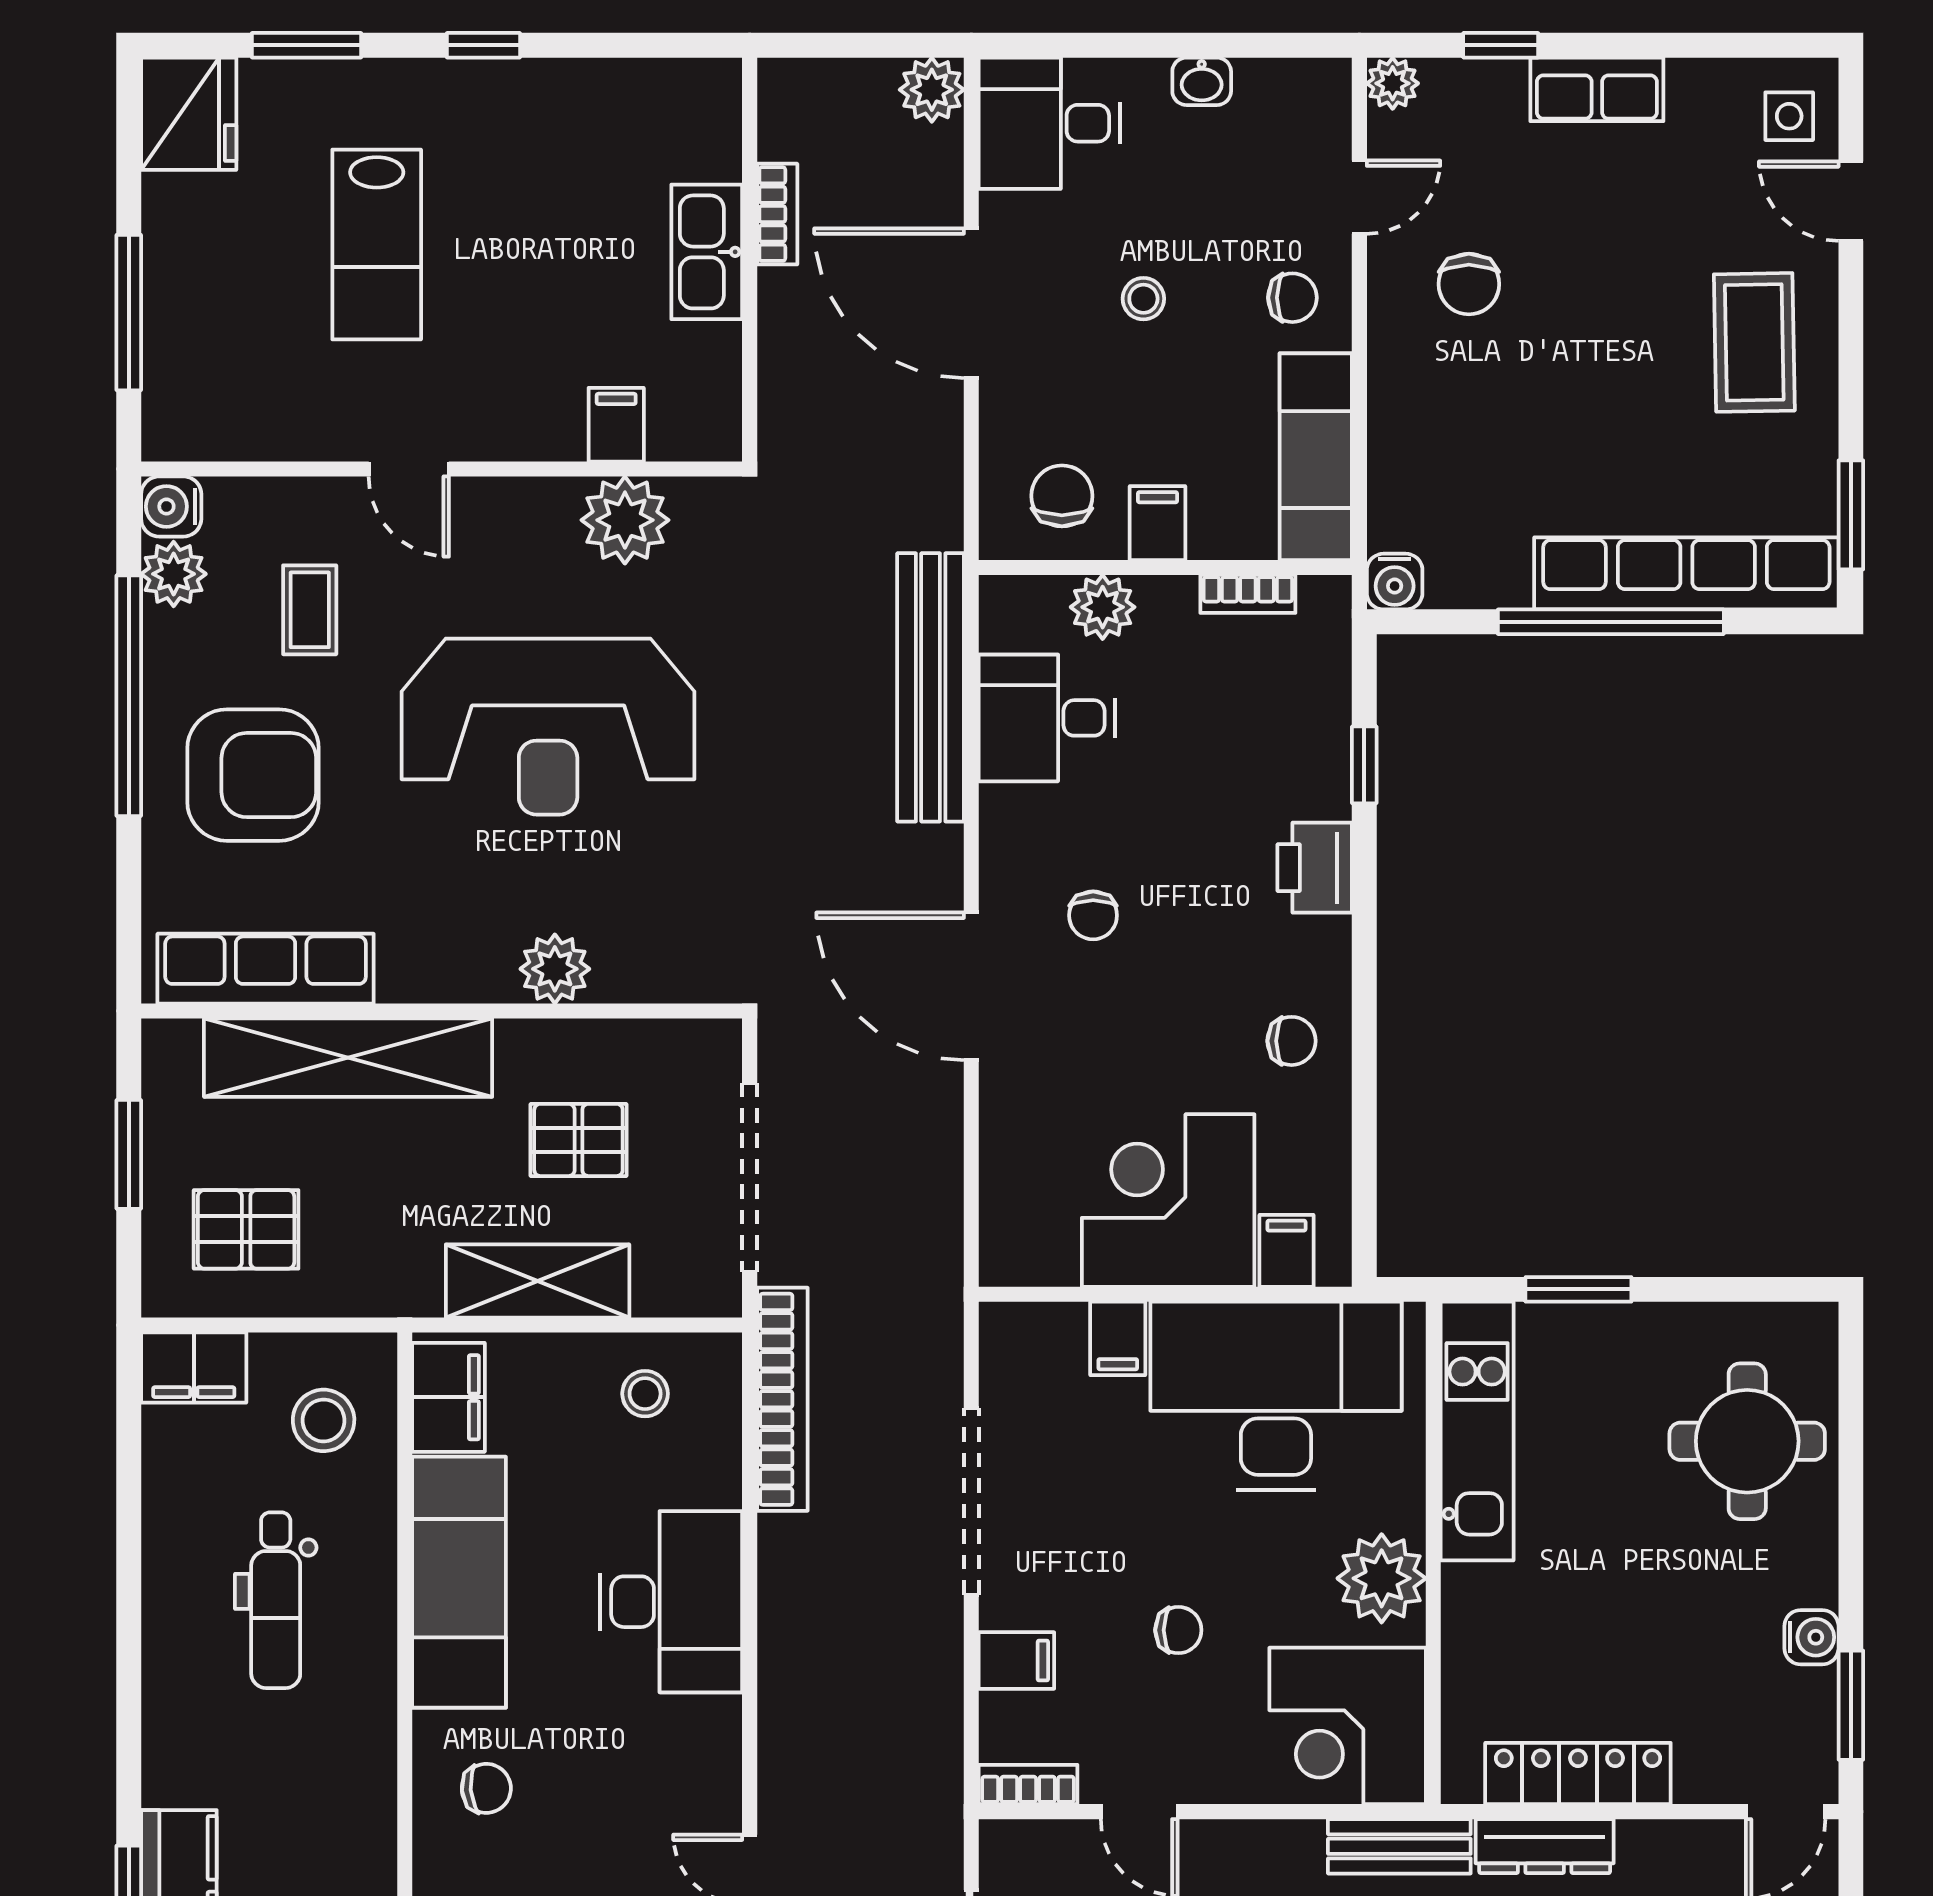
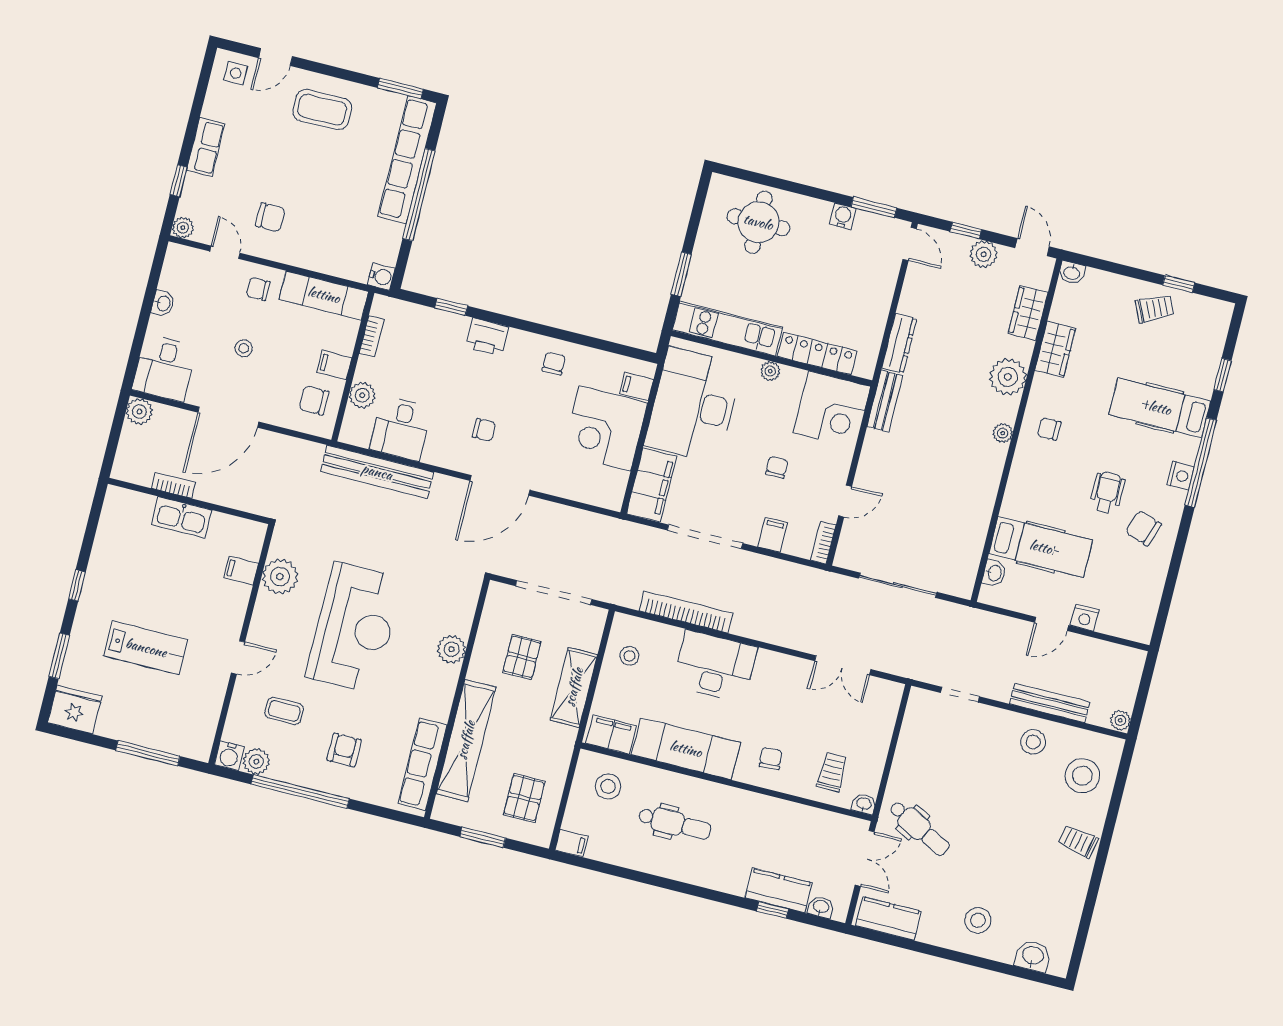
chair: (1292, 298) -> (258, 289), turned -90
armchair: (253, 775) -> (344, 750), width x0.53, depth x0.53
filing cabinet: (1118, 1338) -> (652, 485), width x3.00, depth x1.17
filing cabinet: (194, 1368) -> (571, 843), width x0.50
bookcase: (782, 1399) -> (686, 612), moved
plant: (1382, 1578) -> (770, 371), width x0.53, depth x0.53
locker: (1578, 1774) -> (817, 354), moved, turned 90

